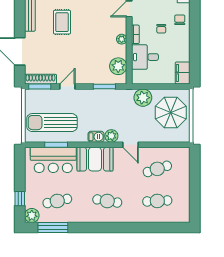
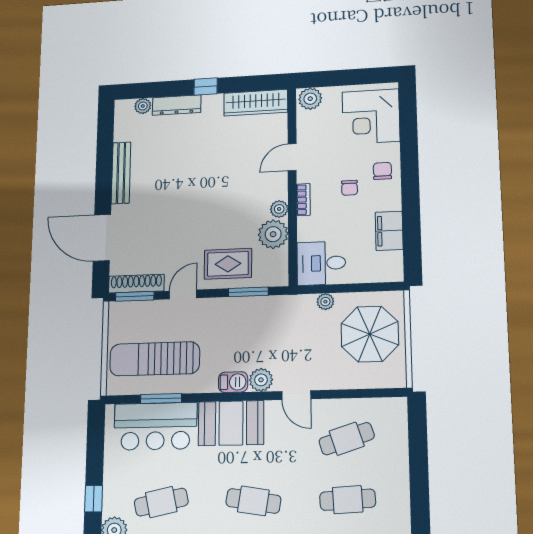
rug: (62, 22) -> (228, 264), moved, turned 90
desk: (145, 57) -> (321, 263), moved
plant: (118, 66) -> (273, 234), moved
filing cabinet: (183, 73) -> (389, 231), moved
plant: (143, 98) -> (325, 302), width x0.53, depth x0.53

